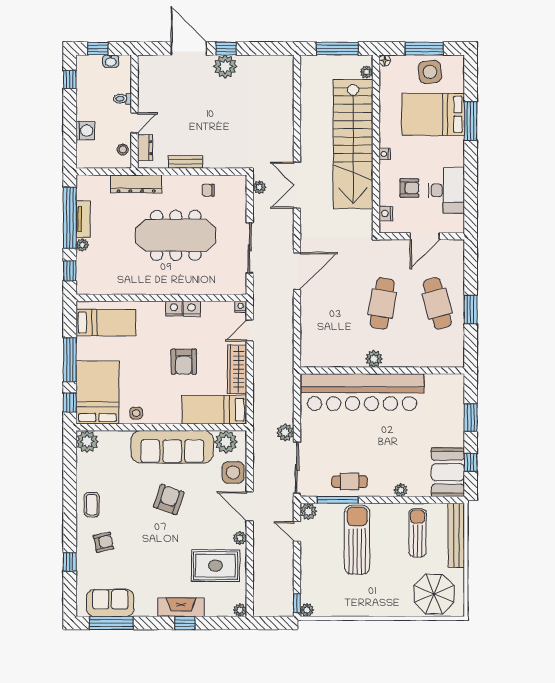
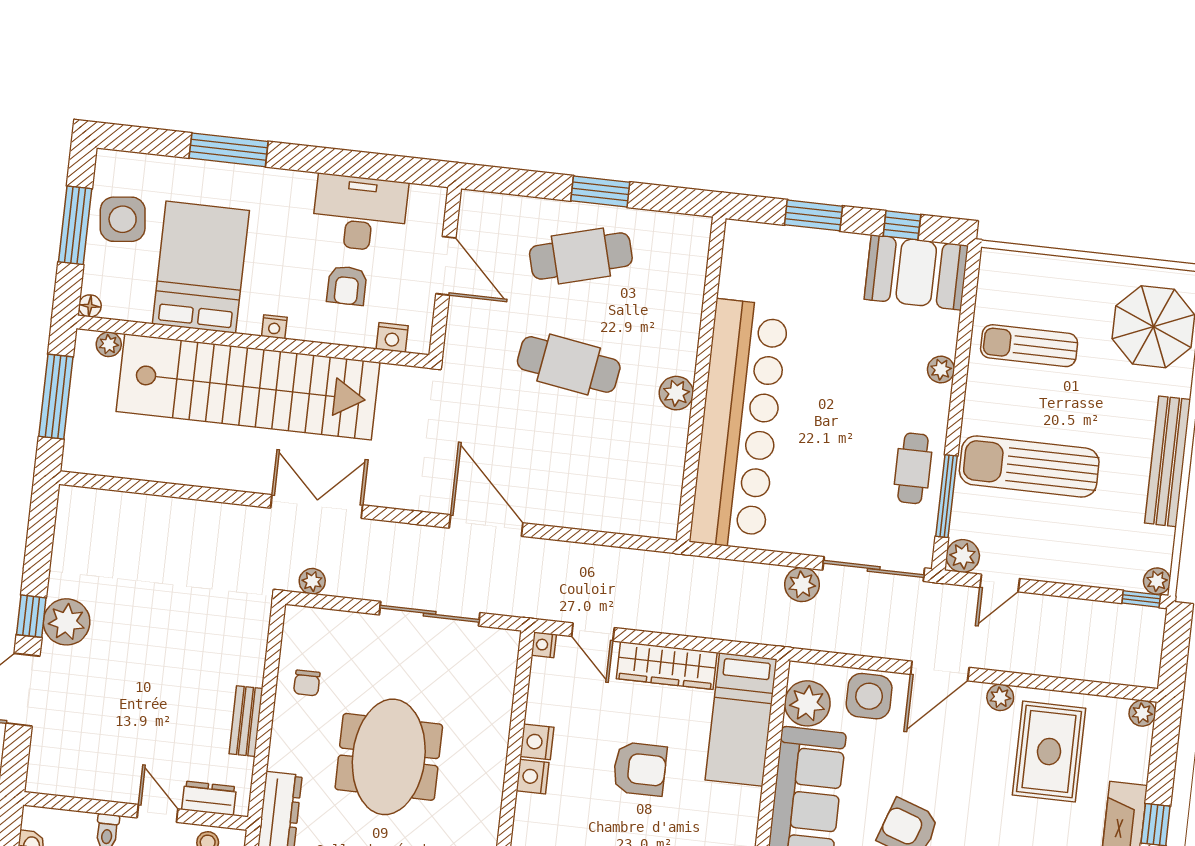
bed: (433, 114) -> (201, 267), moved, turned 180
double door: (297, 185) -> (317, 506), swing flipped
armchair: (409, 188) -> (347, 285), turned 180
meeting table: (176, 235) -> (389, 757), width x0.73
bench: (456, 535) -> (1168, 461), moved, turned 90

